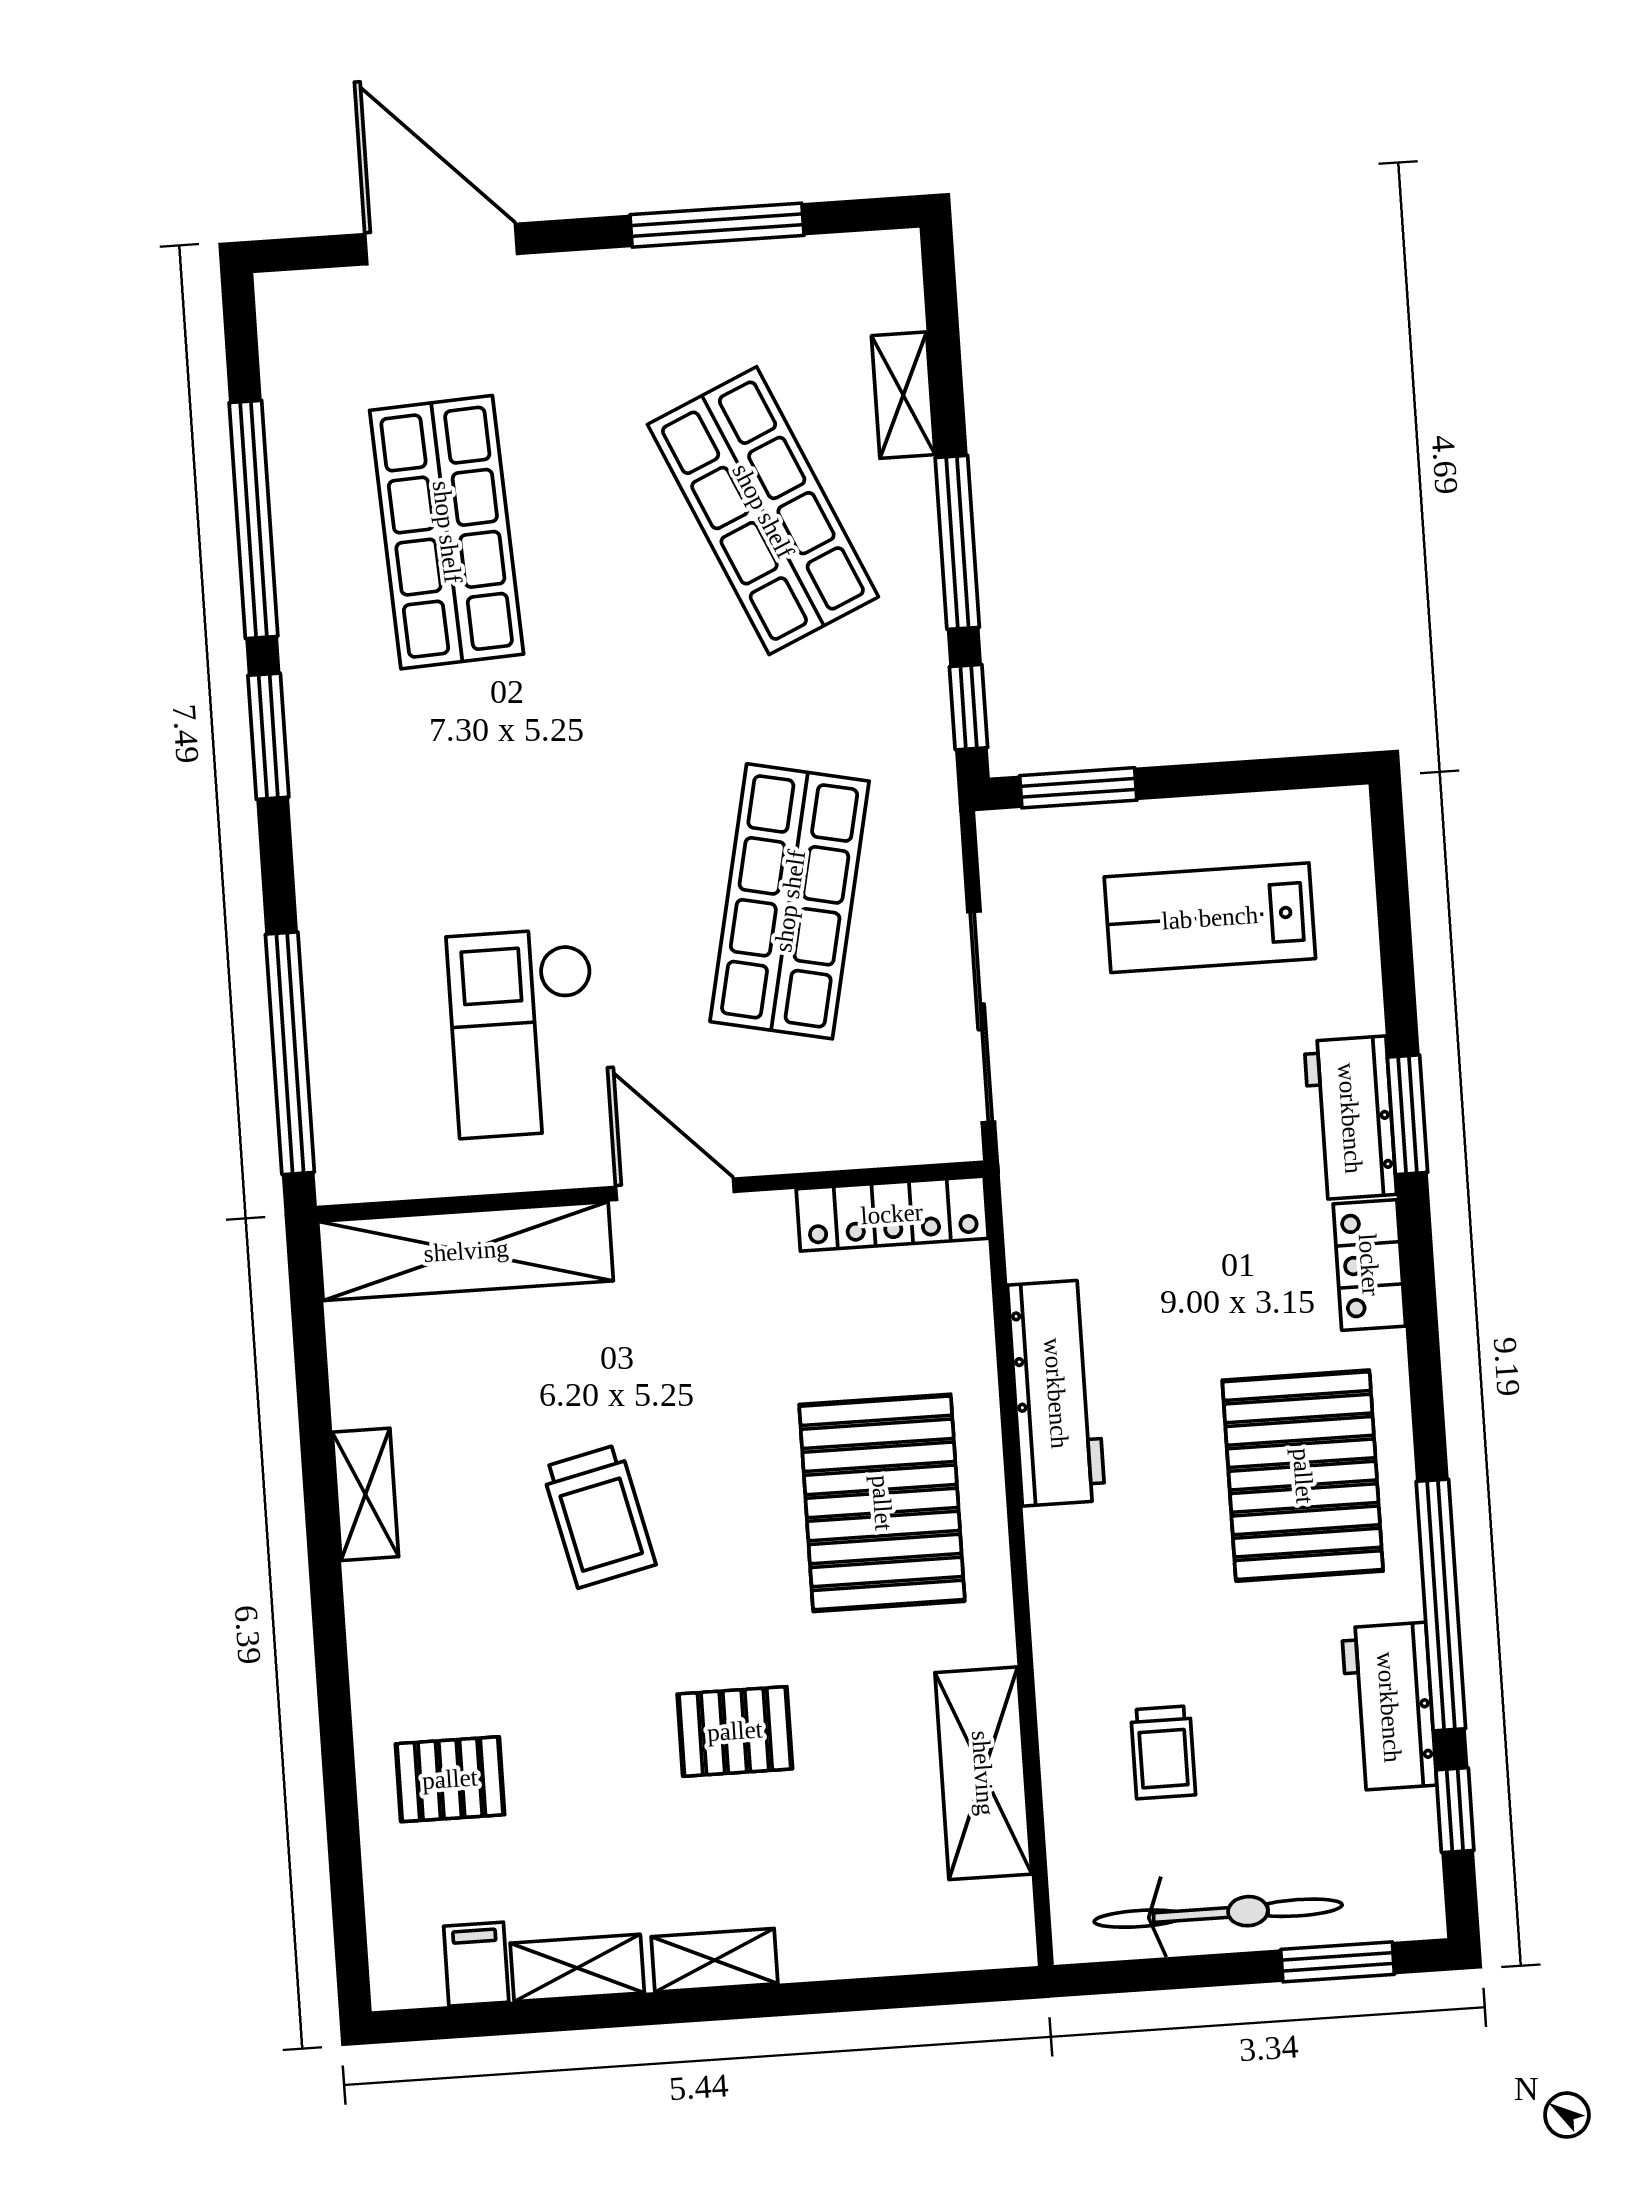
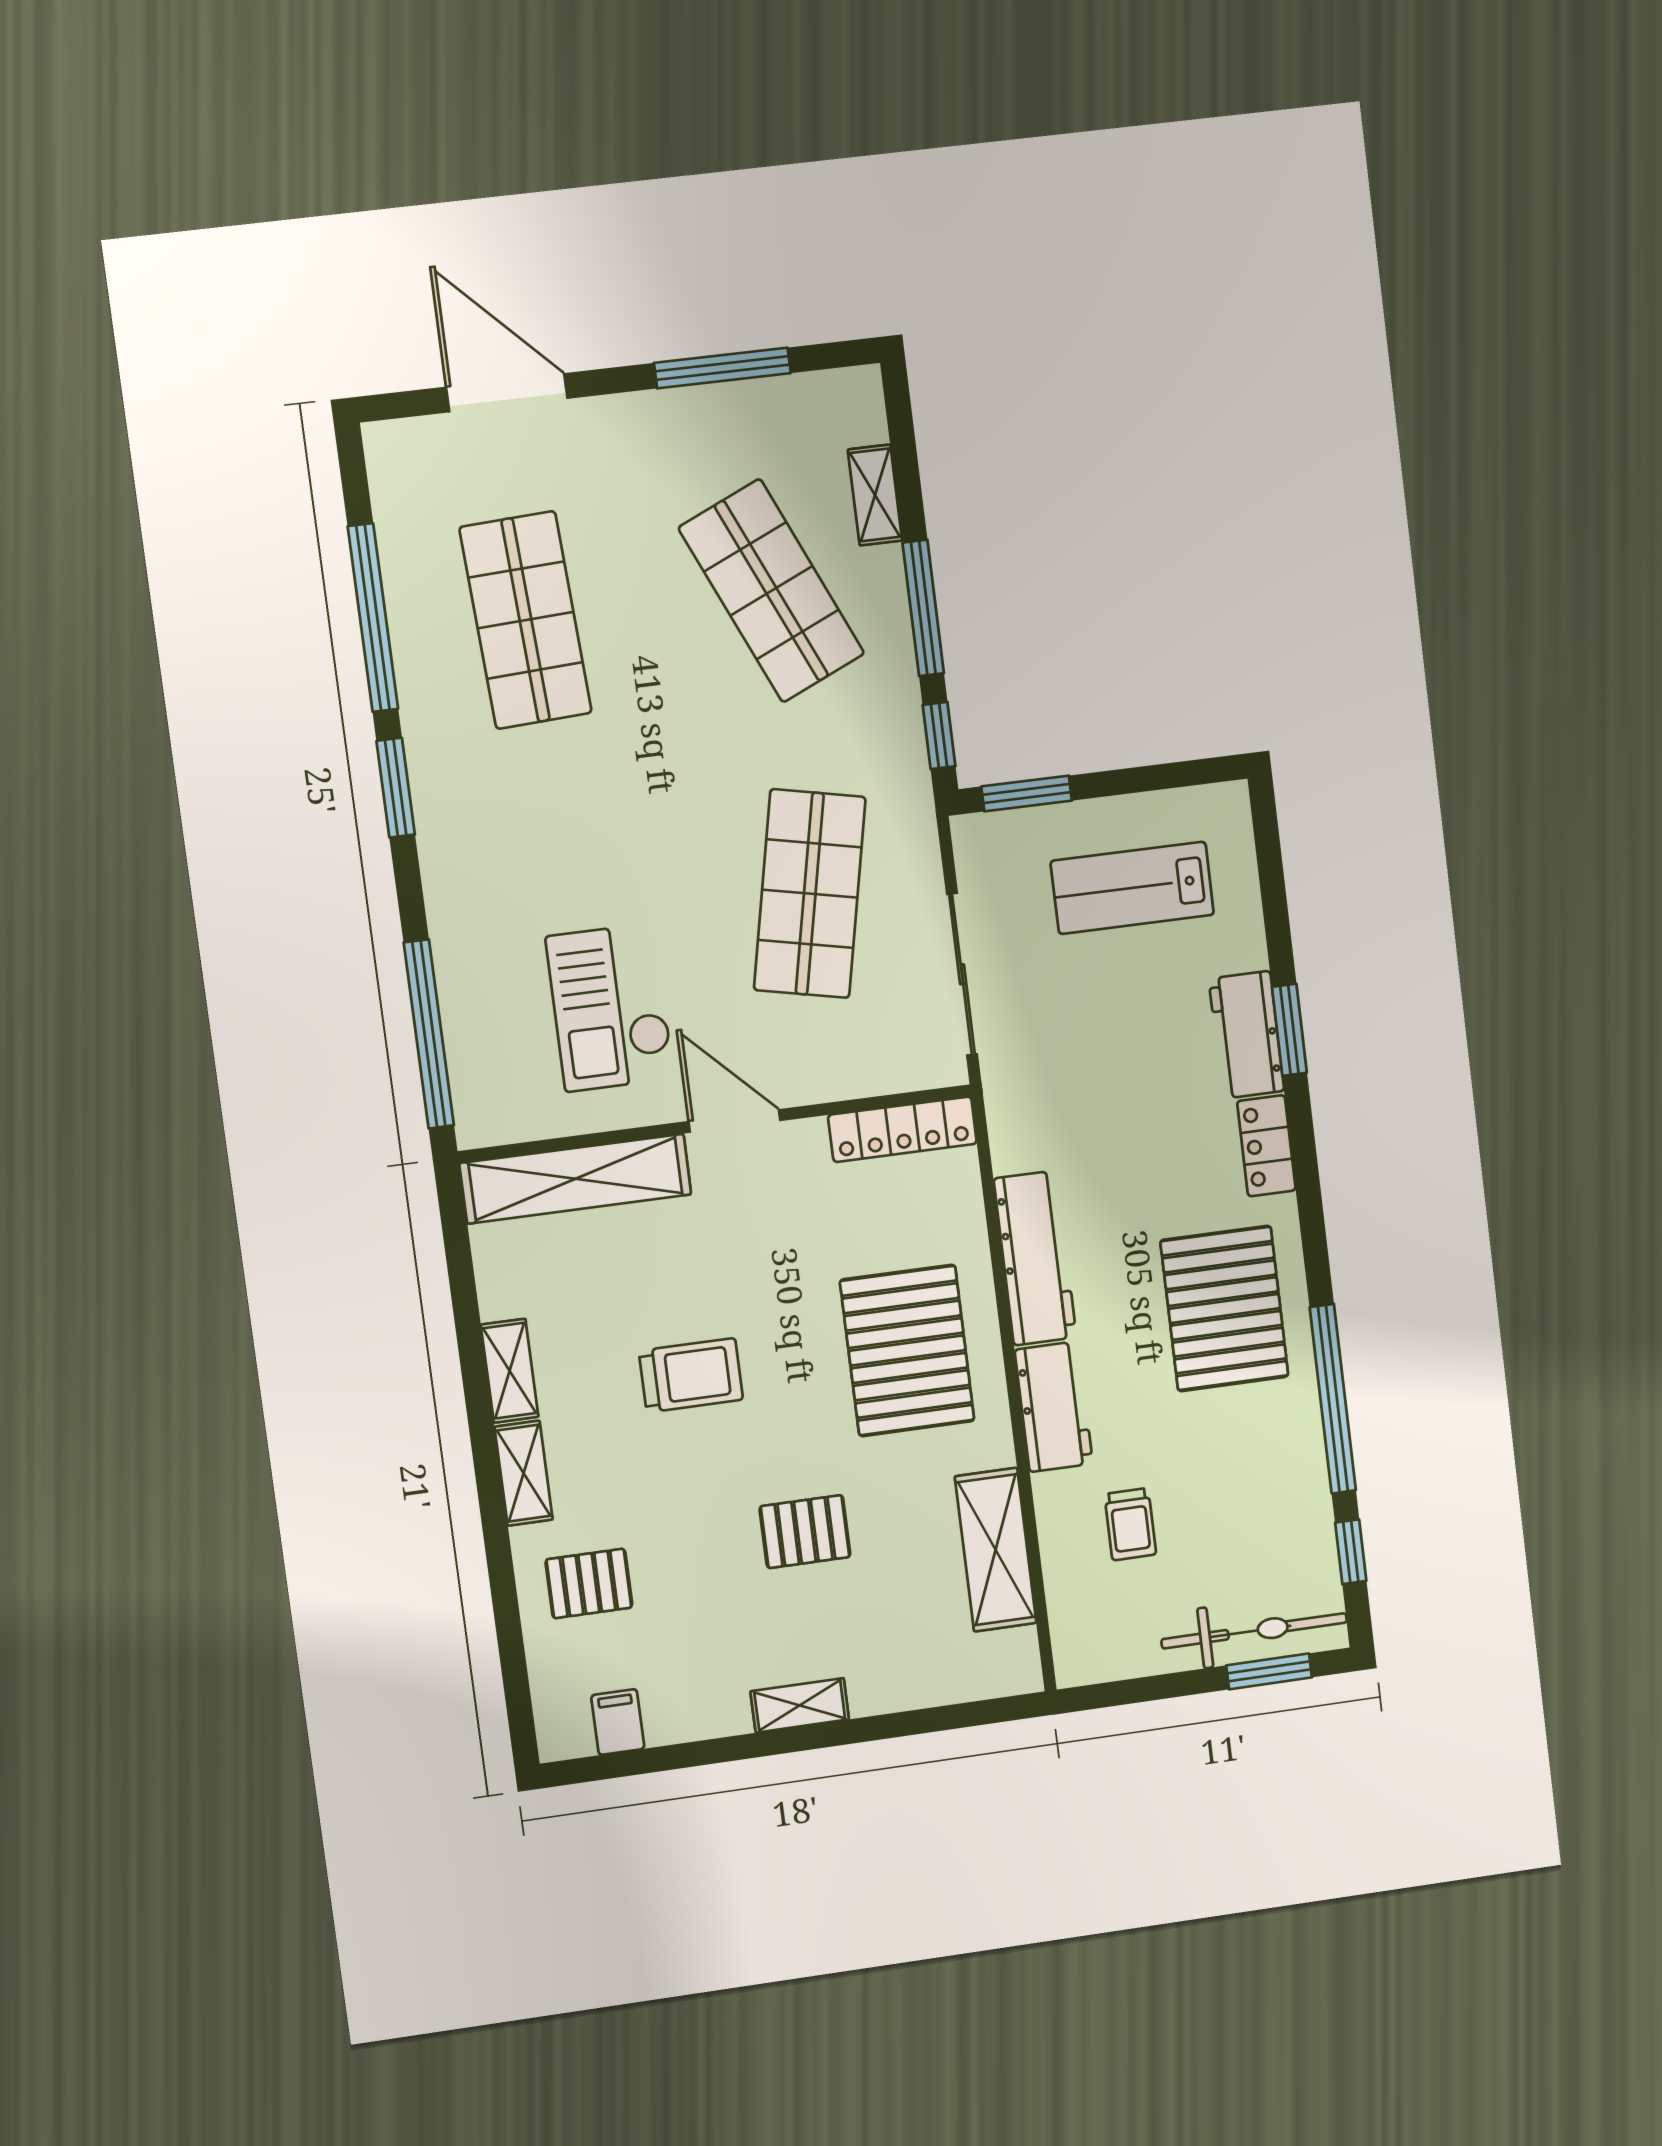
trolley: (599, 1516) -> (691, 1375), turned -77
workbench: (1389, 1707) -> (1054, 1407), moved, turned 180
bicycle: (1218, 1913) -> (1254, 1631), moved
shelving: (577, 1968) -> (524, 1473), moved, turned 90

